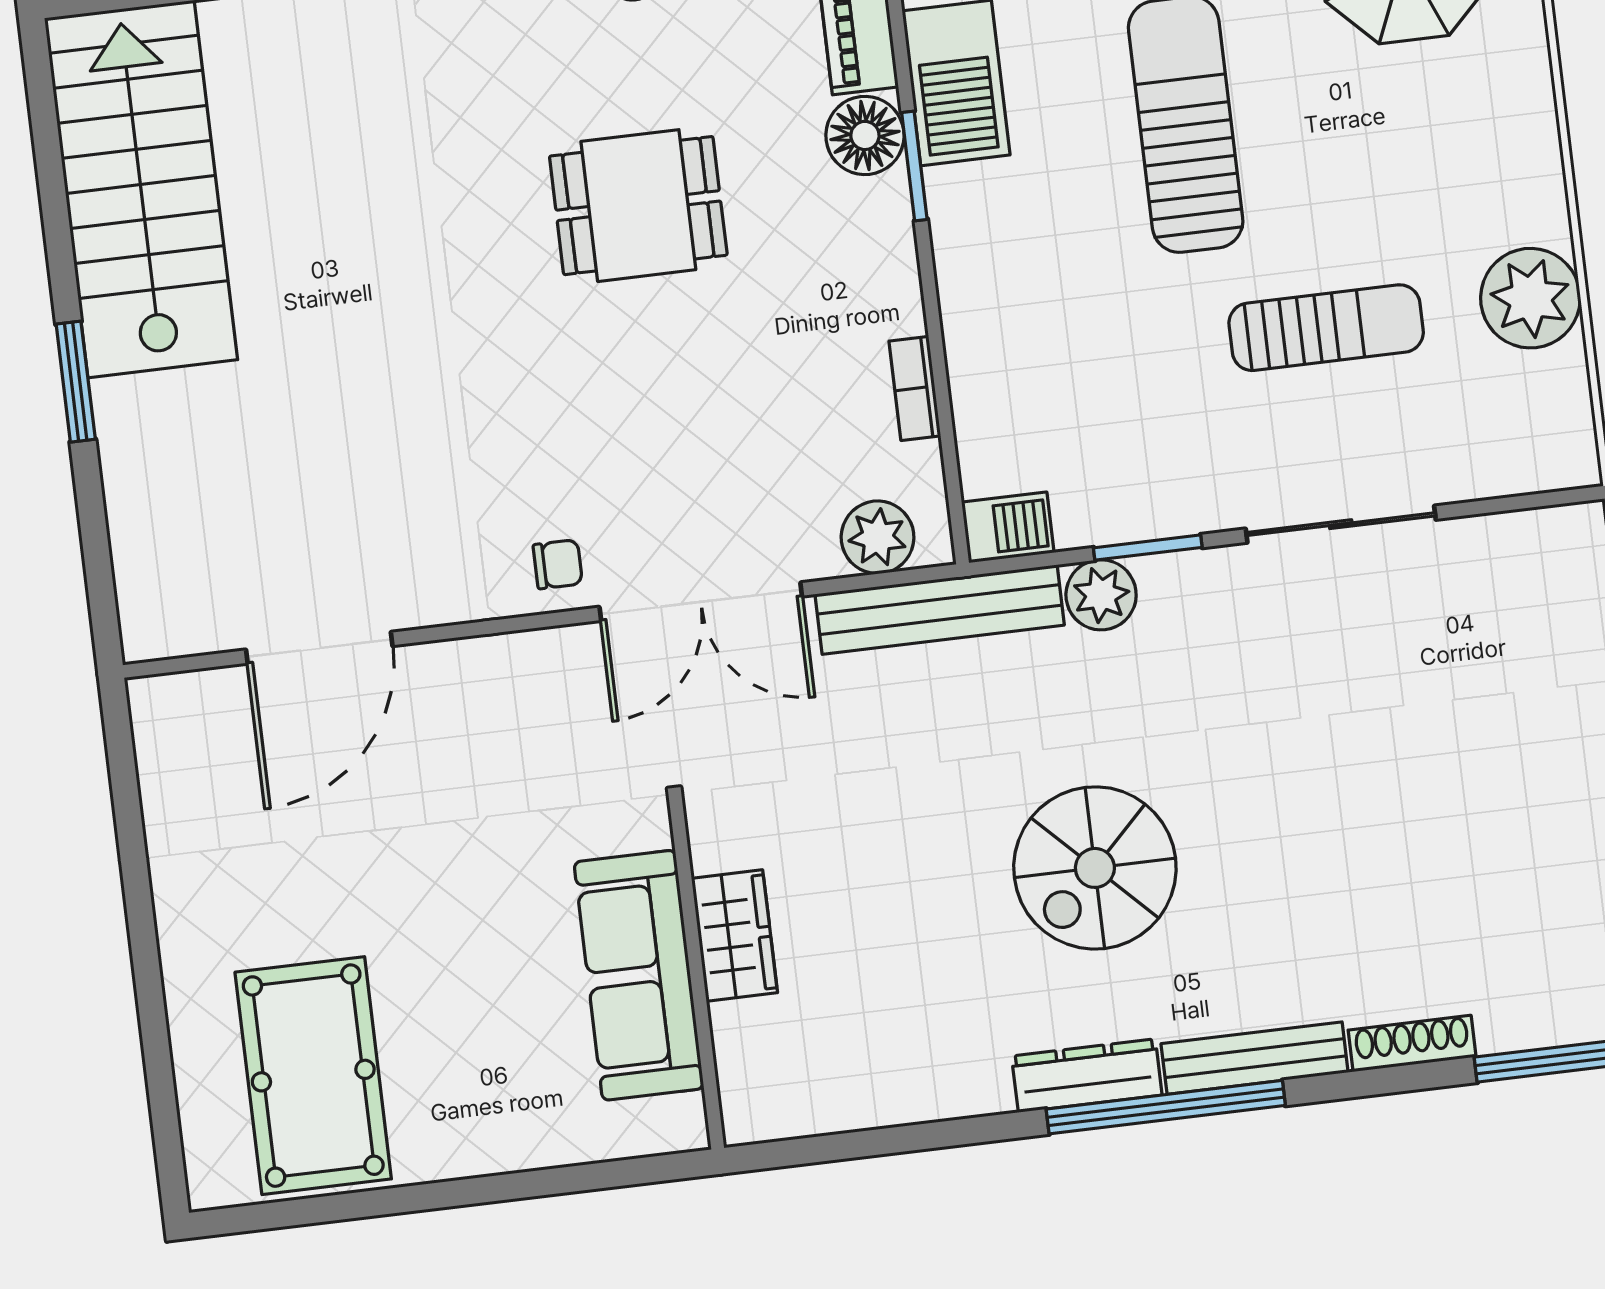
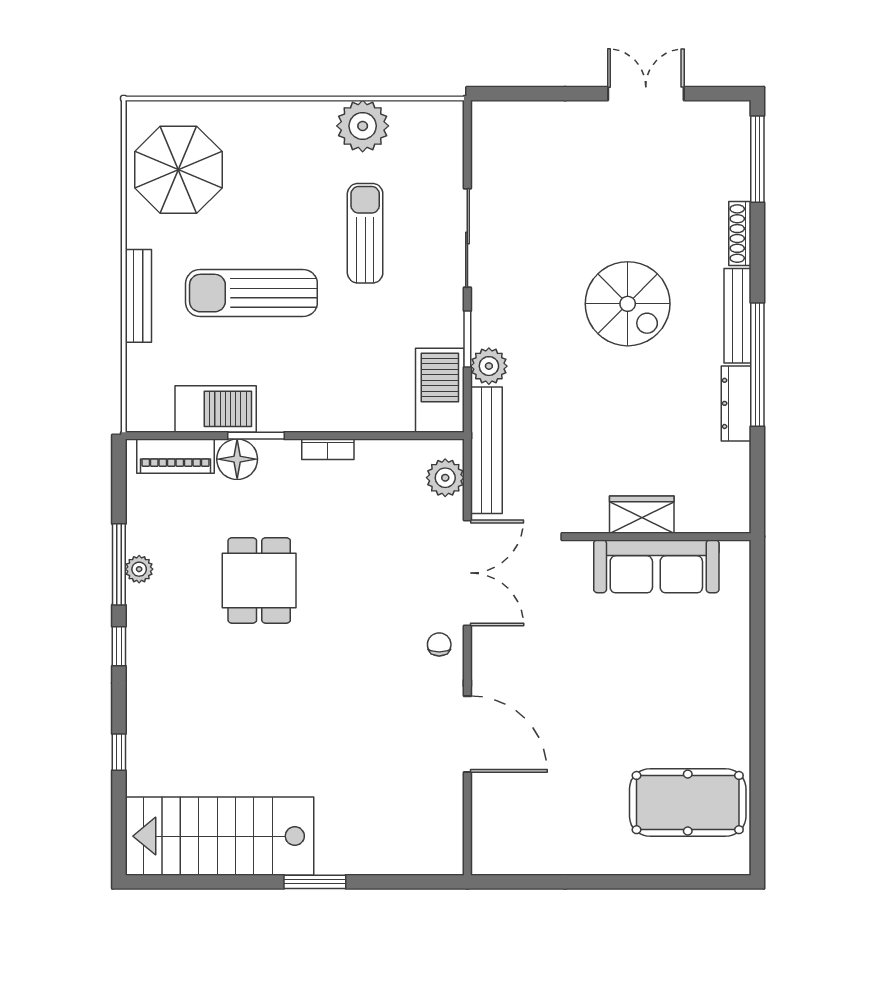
bookcase: (915, 388) -> (328, 449), moved
barbecue: (1008, 527) -> (440, 390), width x1.88, depth x1.53
door: (319, 648) -> (467, 734), moved
spiral stairs: (1095, 868) -> (628, 304), moved
wardrobe: (734, 936) -> (642, 515), moved
sofa: (639, 975) -> (656, 566), moved
wall: (697, 975) -> (660, 537), moved

